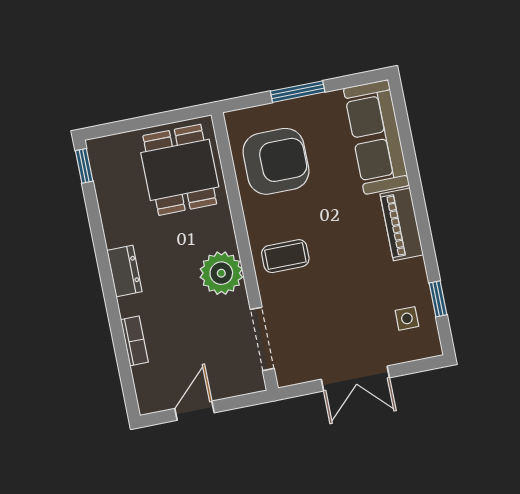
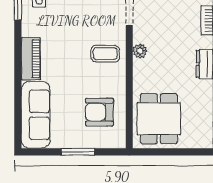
armchair: (276, 161) -> (99, 112), width x0.73, depth x0.73
plant: (221, 273) -> (140, 51), width x0.53, depth x0.53

